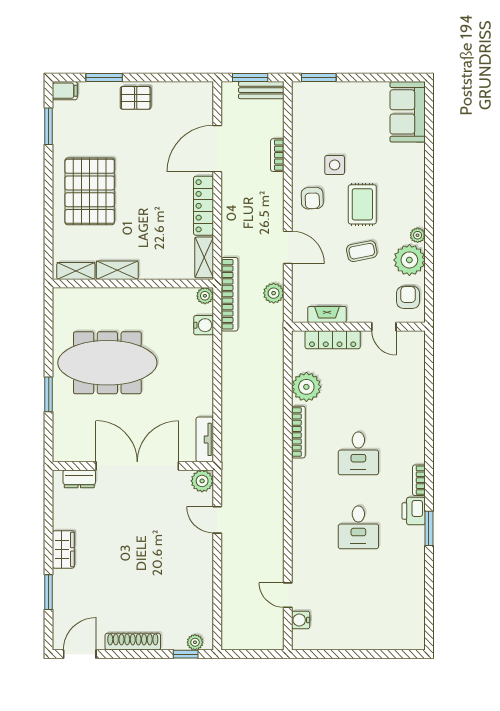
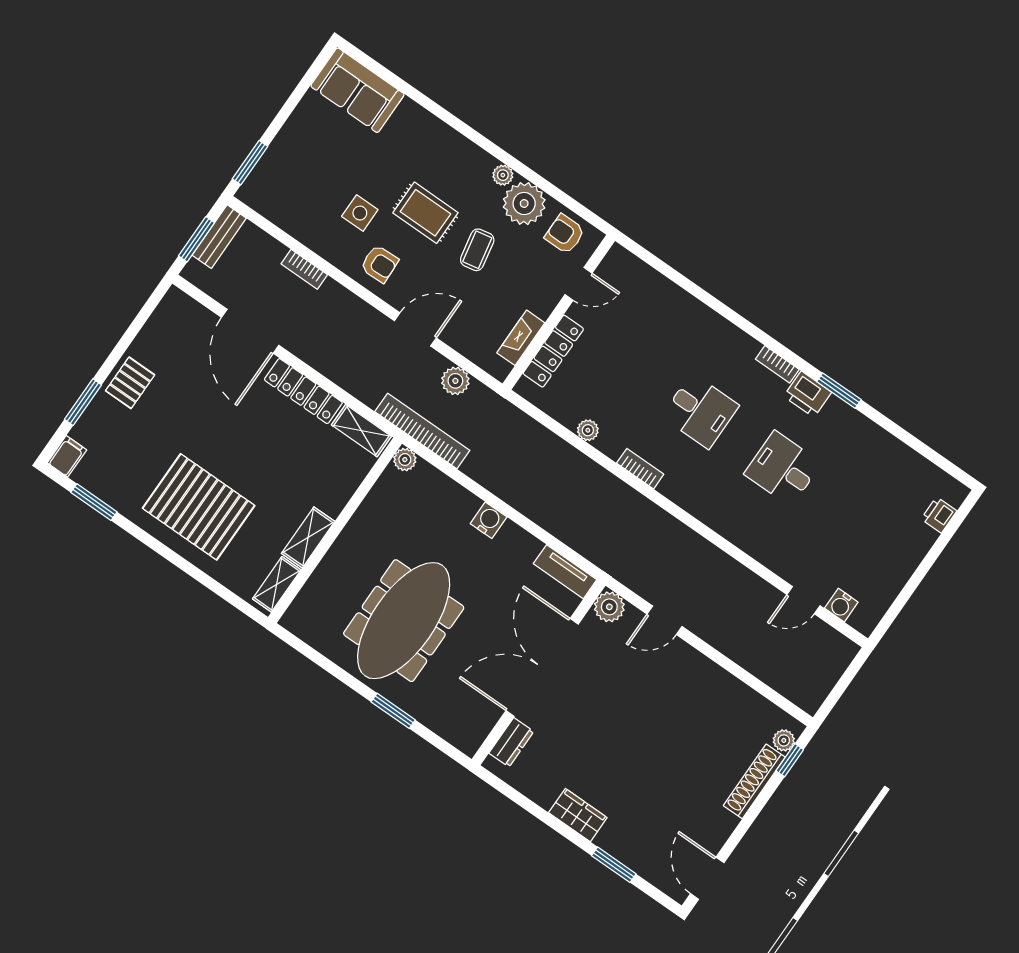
water cooler: (204, 325) -> (489, 520), moved
plant: (306, 387) -> (588, 430), width x0.53, depth x0.53
bookcase: (298, 432) -> (640, 469), width x0.64
desk: (358, 527) -> (783, 469), turned 180
printer: (396, 641) -> (939, 515), added
shoe rack: (133, 642) -> (754, 781), moved

